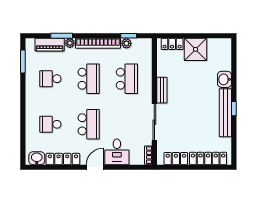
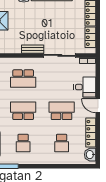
school desk: (127, 79) -> (23, 79), turned 180

